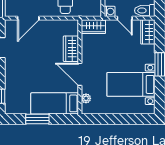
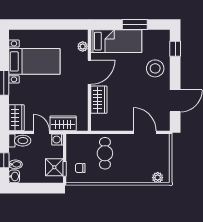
door: (28, 18) -> (145, 132), hinge flipped
wardrobe: (93, 27) -> (63, 123), moved
door: (80, 74) -> (89, 72), hinge flipped
stool: (18, 78) -> (155, 68), added

